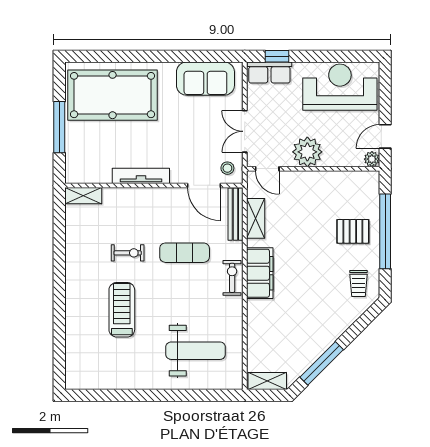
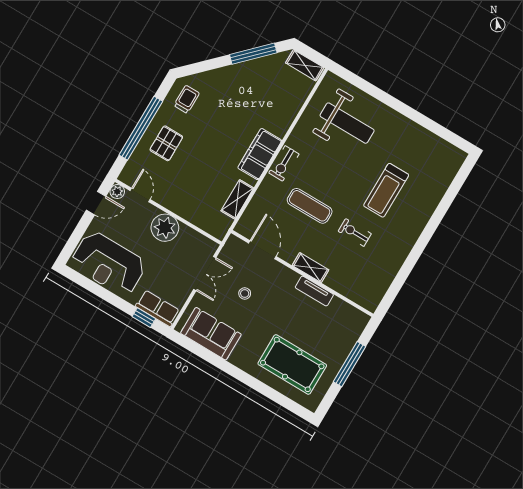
pool table: (113, 95) -> (292, 364), width x0.73, depth x0.76
stool: (227, 168) -> (245, 293), moved
door: (267, 169) -> (140, 195), moved
tv unit: (141, 176) -> (314, 291), width x0.71
shelving: (83, 196) -> (311, 268), moved
bench: (235, 214) -> (251, 212), removed
pallet: (353, 231) -> (166, 143), turned 90
weight bench: (196, 351) -> (347, 123), turned 180

